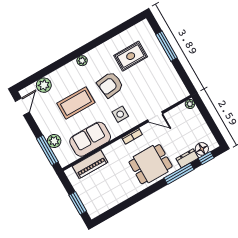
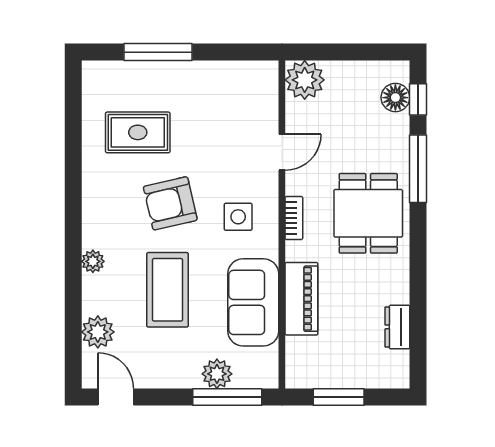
rug: (131, 56) -> (138, 132), turned 90
plant: (82, 61) -> (93, 261), moved
armchair: (110, 85) -> (170, 203), turned 84
plant: (190, 104) -> (305, 80), width x1.88, depth x1.88
dresser: (187, 158) -> (397, 327), moved
piano: (90, 164) -> (301, 299), moved
window: (78, 203) -> (339, 397), moved

